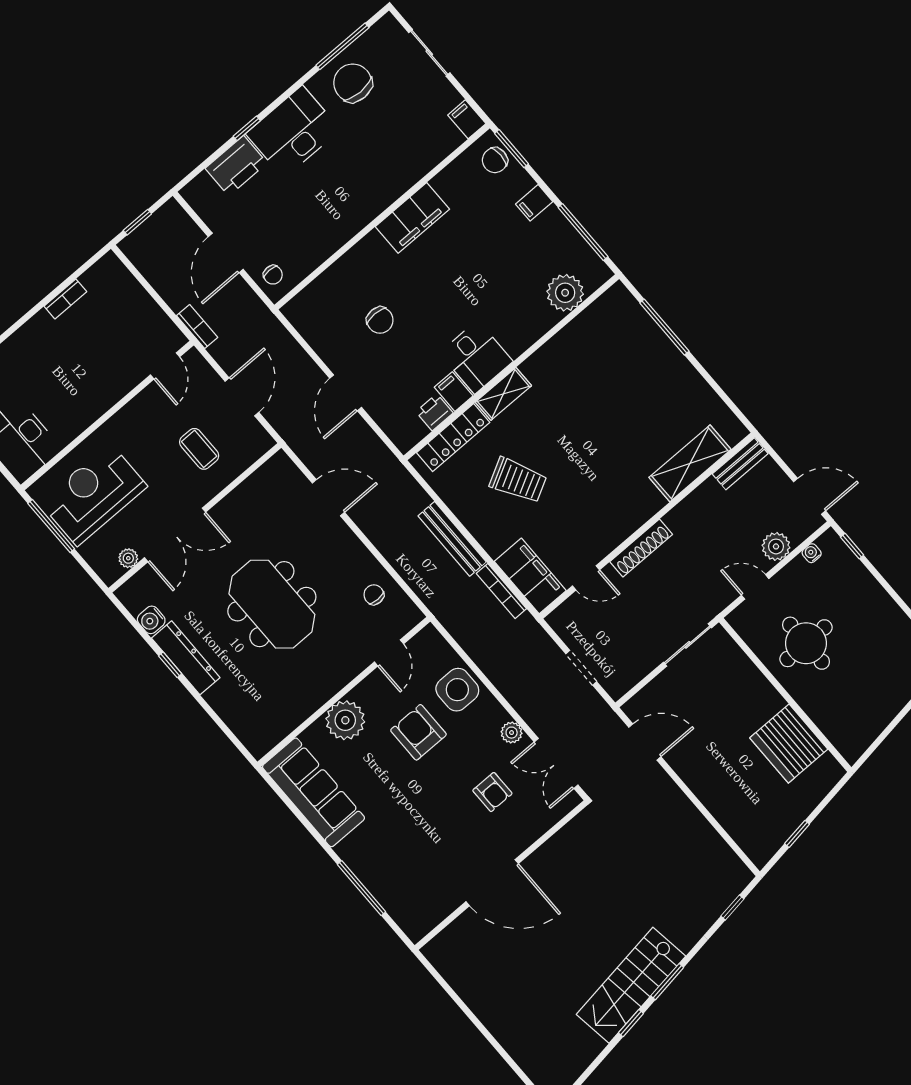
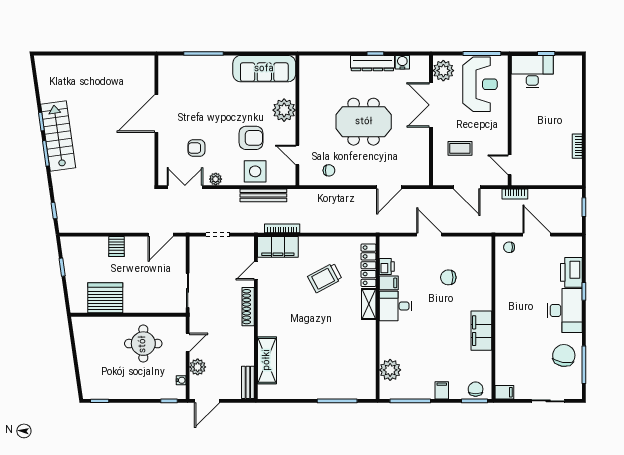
chair: (353, 83) -> (564, 355), turned -81
bench: (452, 539) -> (263, 195), moved
plant: (128, 558) -> (443, 71), width x1.88, depth x1.88
server rack: (710, 786) -> (116, 247), added

